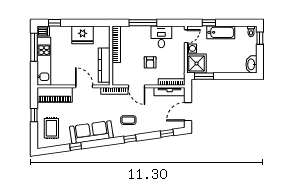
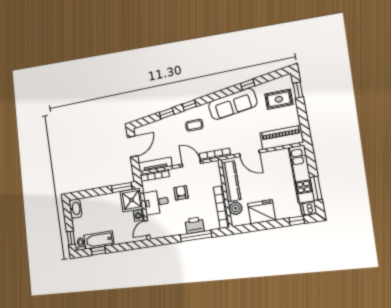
window: (209, 23) -> (98, 251), moved
printer: (143, 32) -> (195, 225), added
bathtub: (221, 32) -> (99, 240), moved
desk: (161, 37) -> (156, 202), moved, turned 90
plant: (104, 41) -> (236, 208), added
window: (34, 47) -> (316, 188), width x0.69
window: (34, 115) -> (298, 90), moved
rug: (51, 128) -> (279, 99), turned 90
window: (167, 133) -> (167, 113), moved

